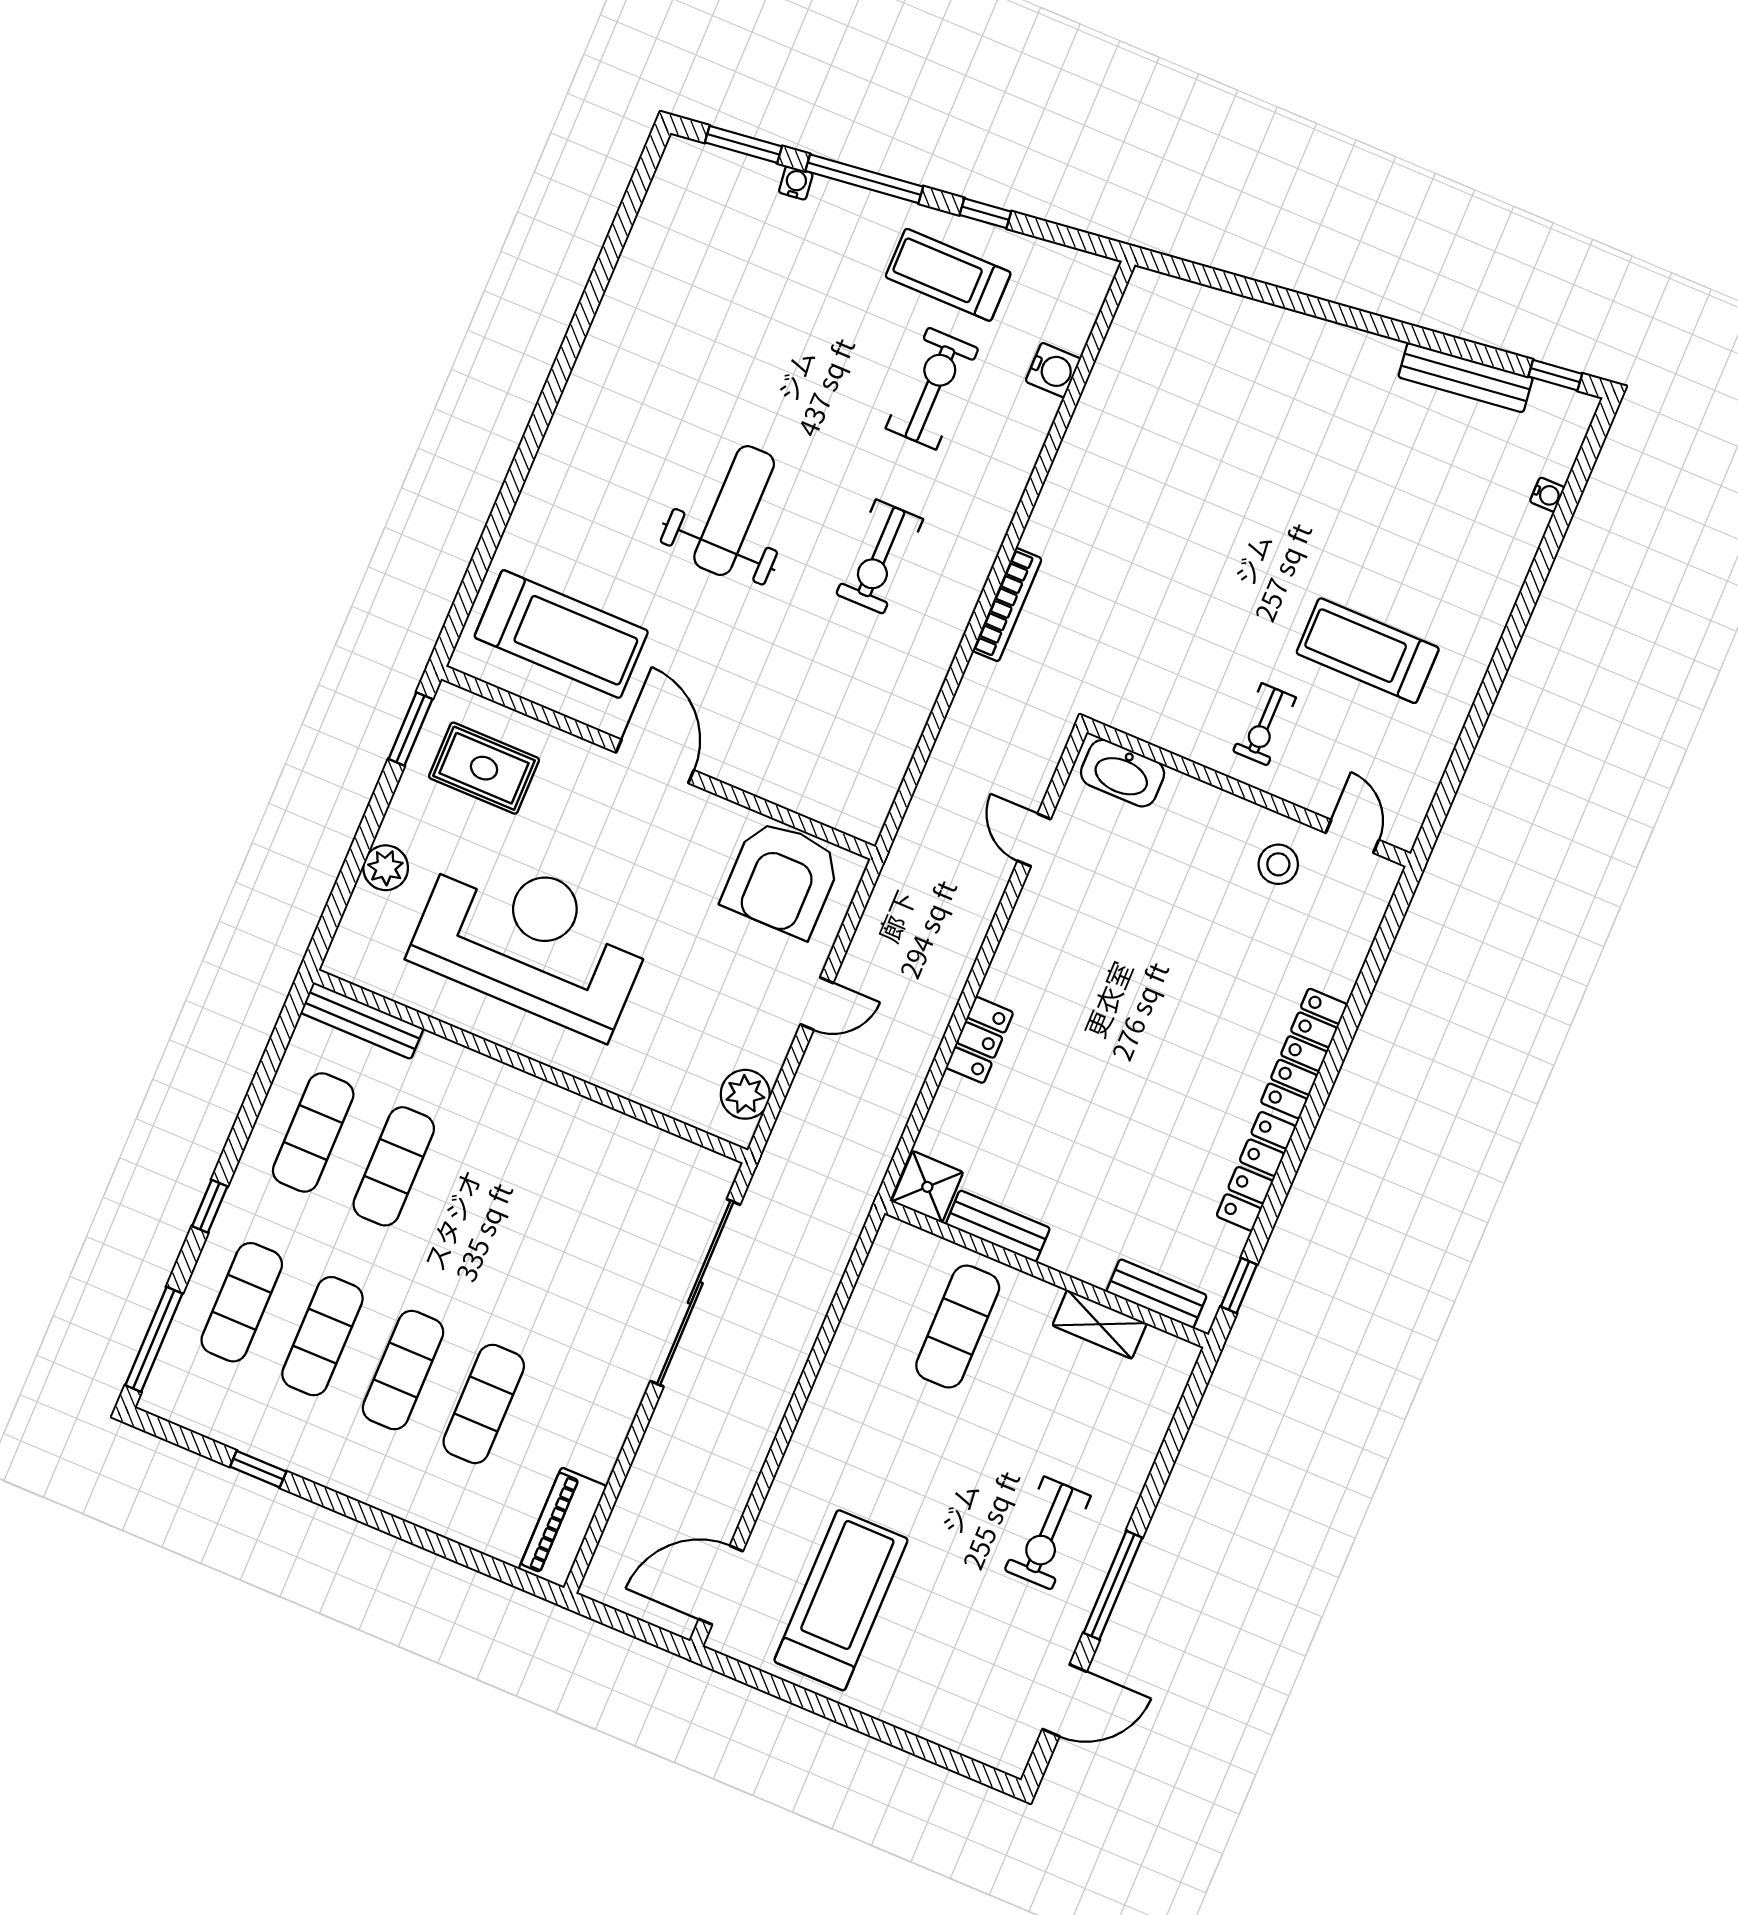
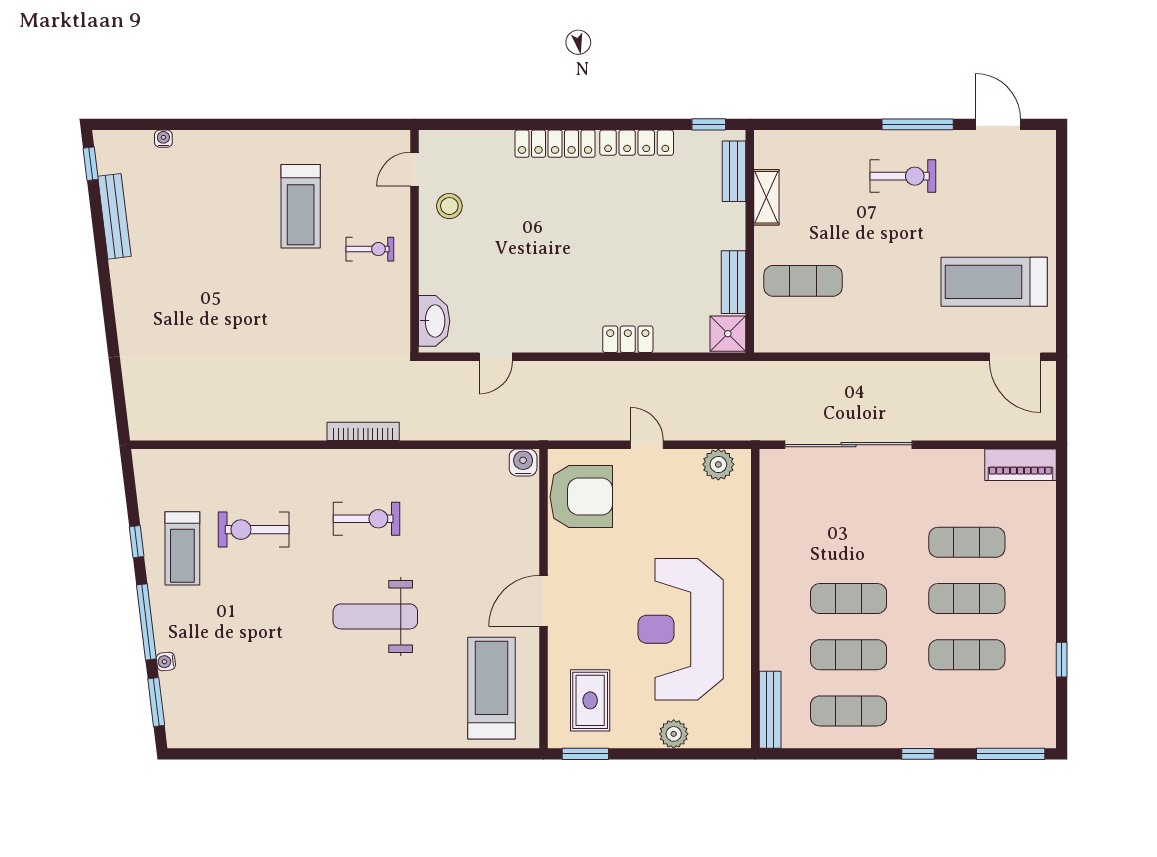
water cooler: (1053, 370) -> (523, 462), moved
exercise mat: (242, 1302) -> (849, 599), moved

